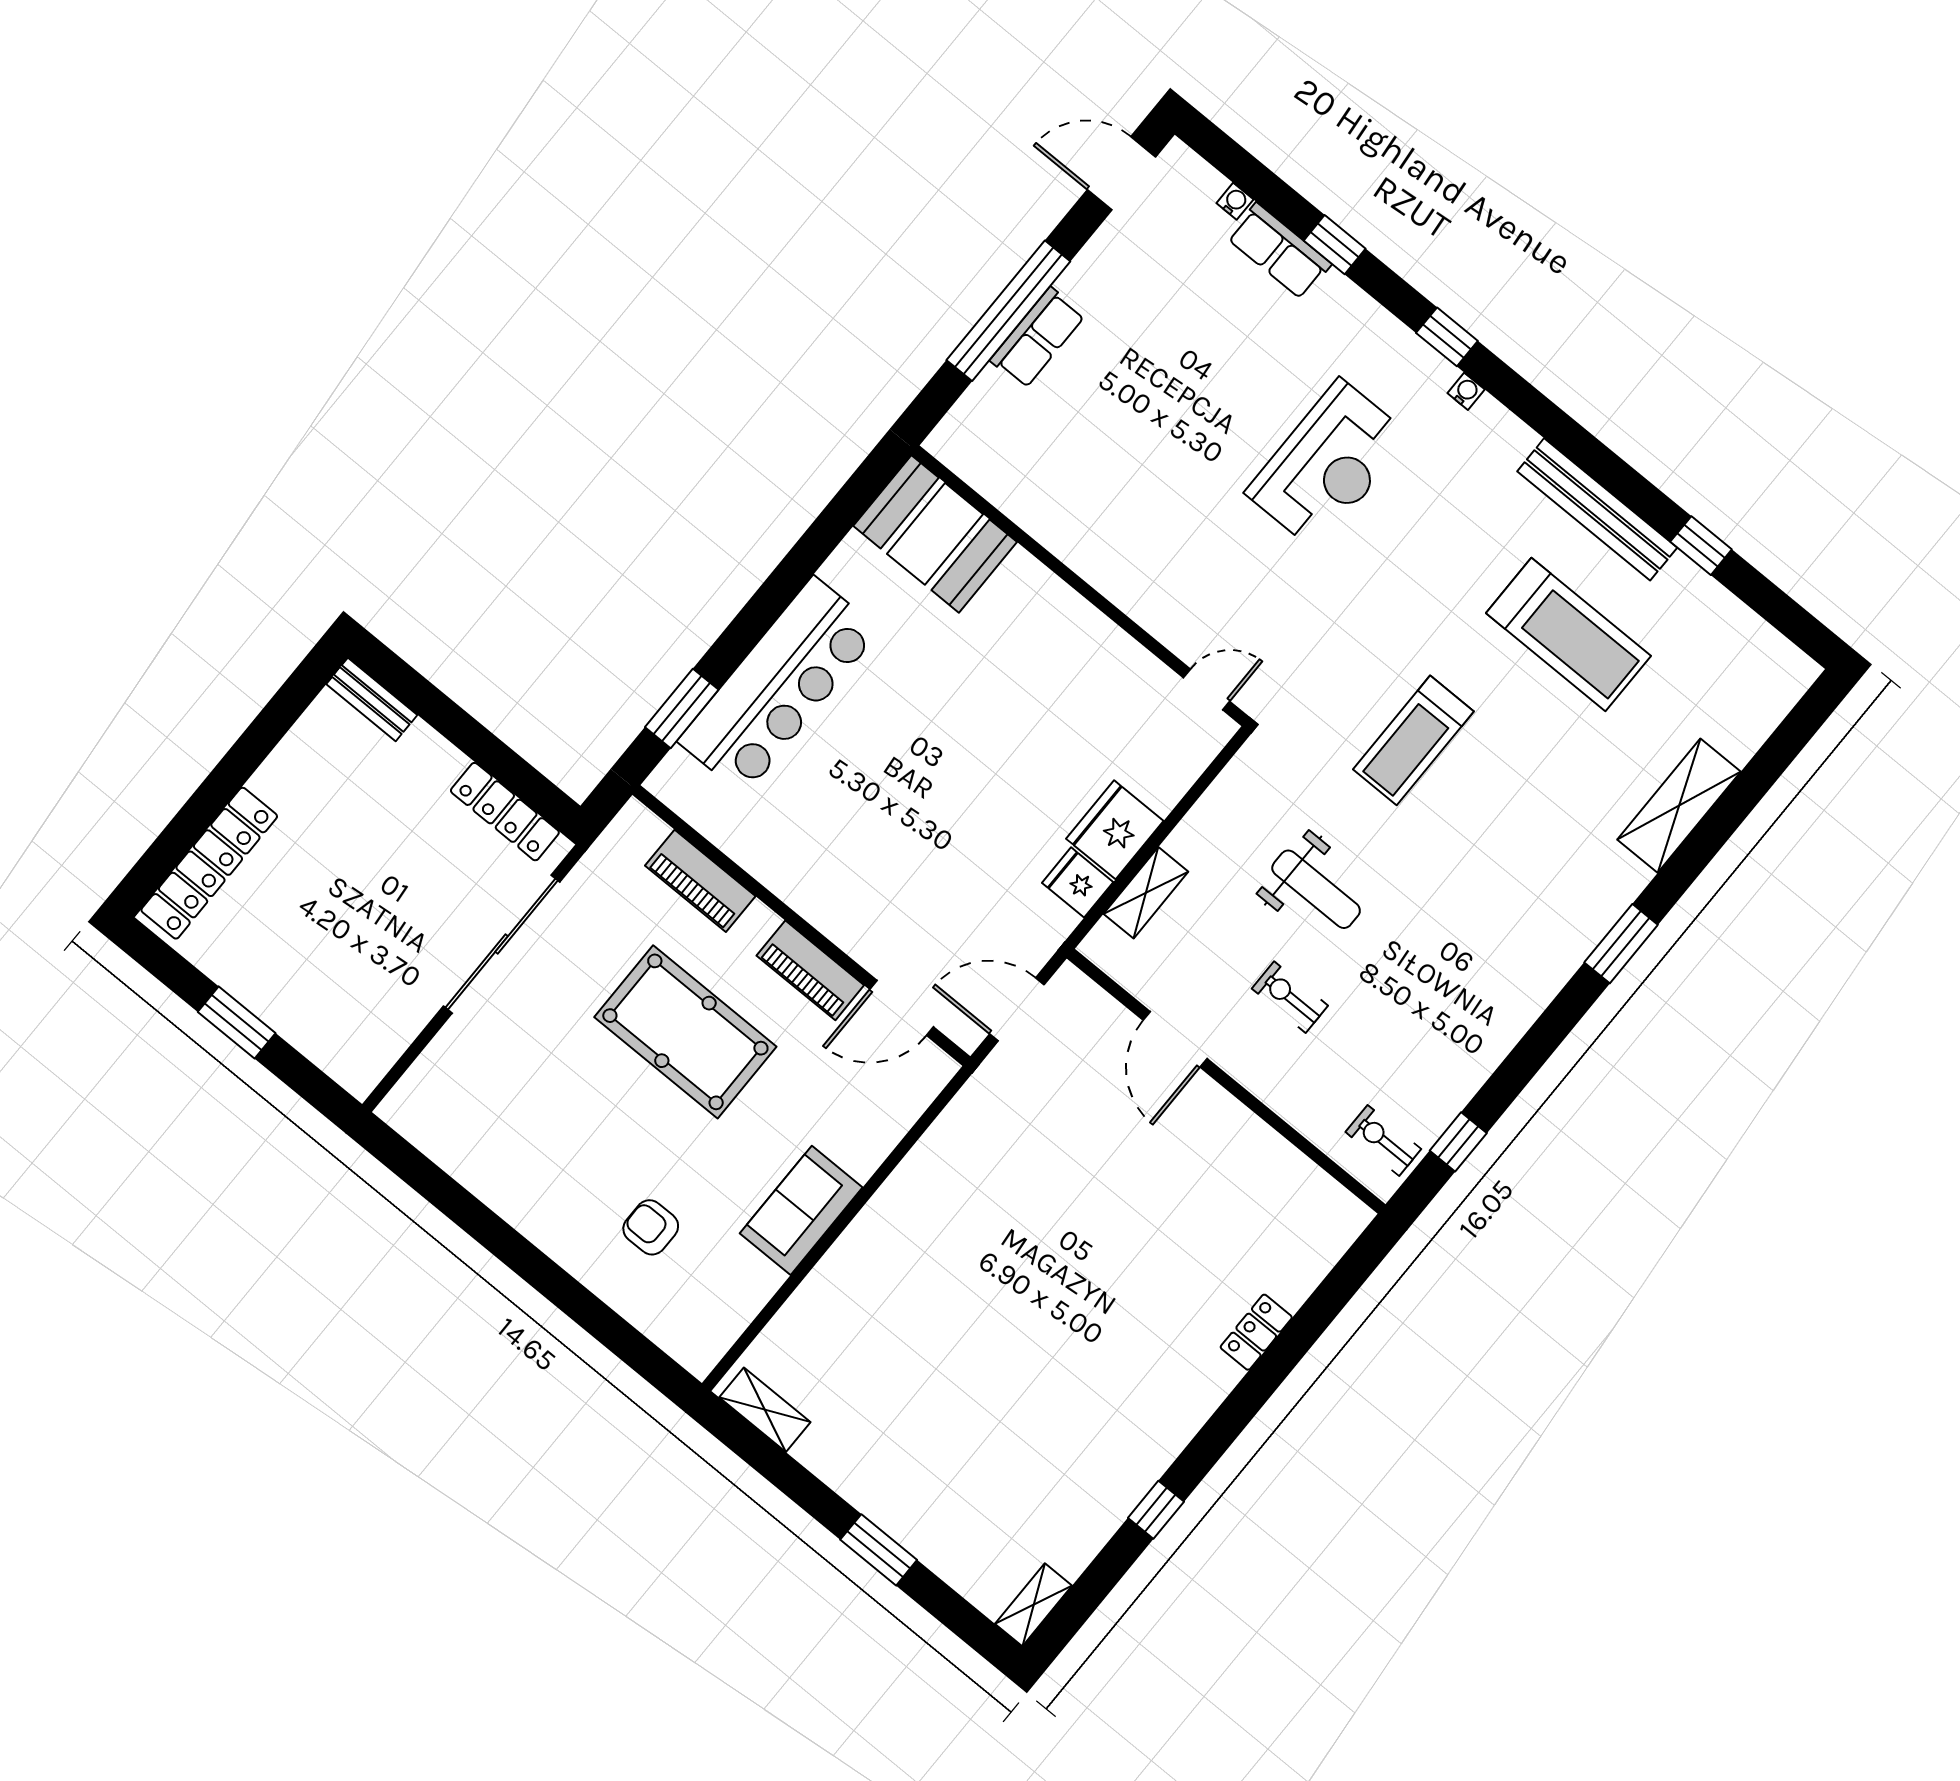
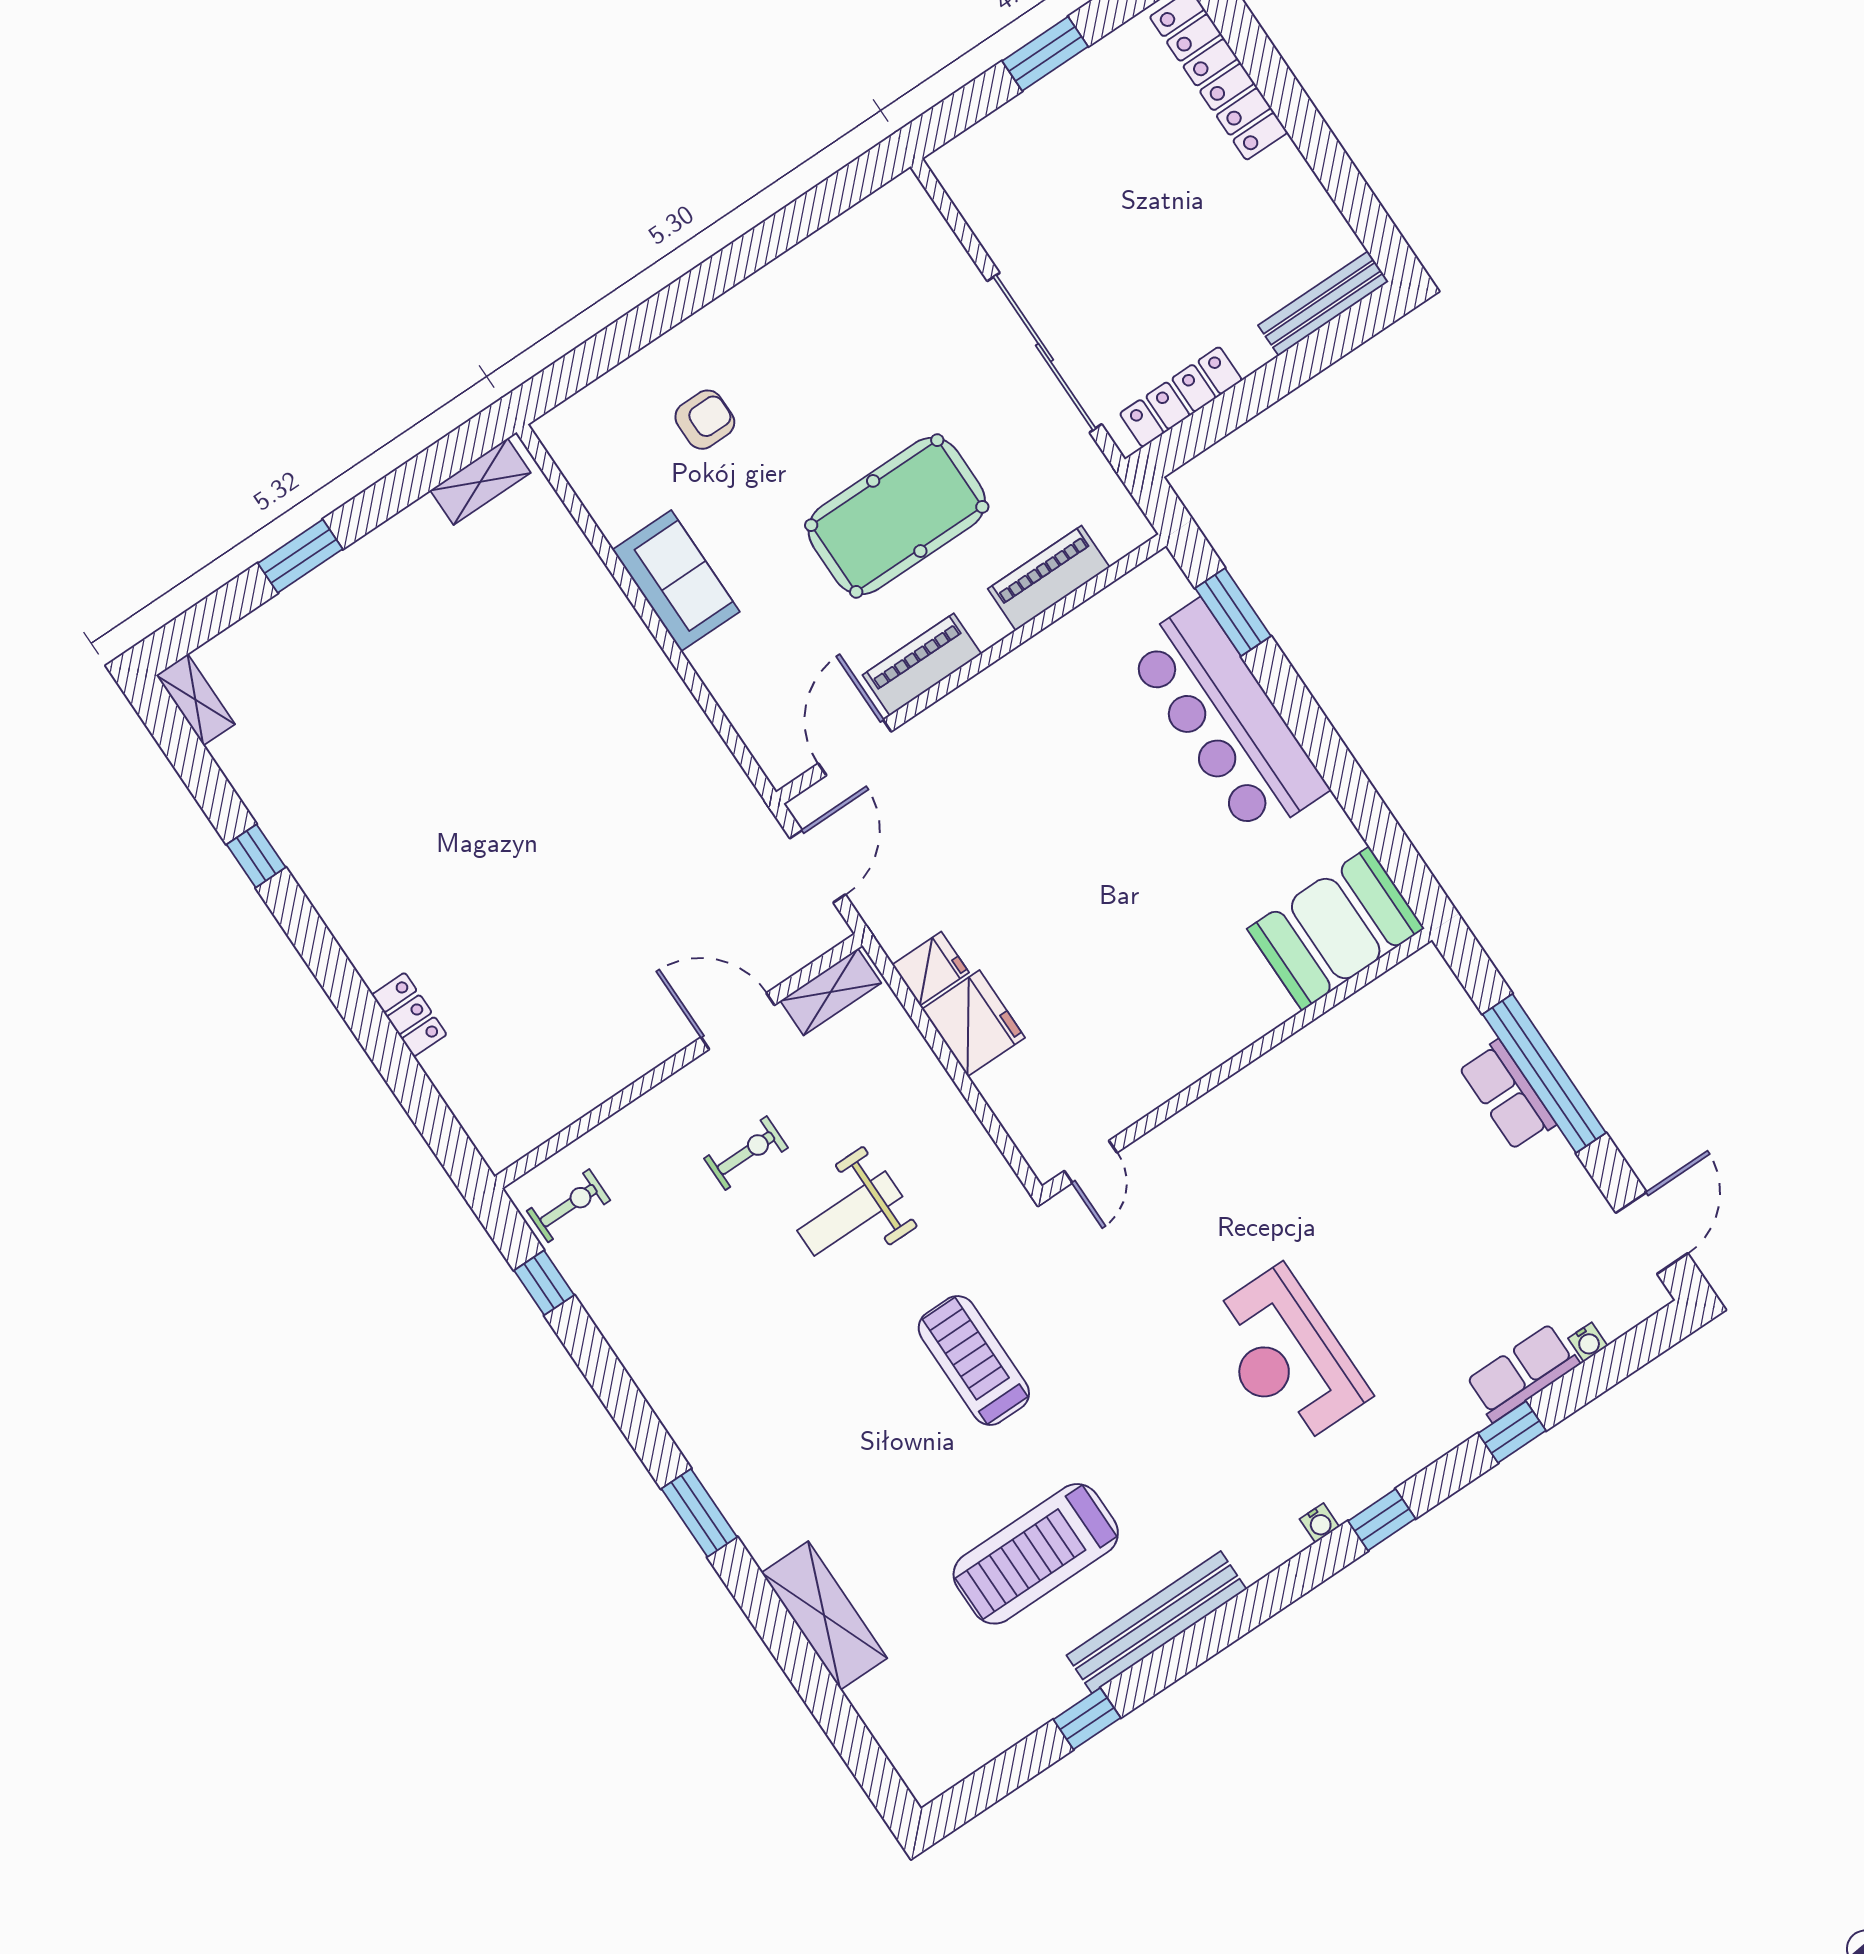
bench: (372, 700) -> (1323, 303), width x1.36
shelving: (1146, 893) -> (831, 992), moved, turned 90

